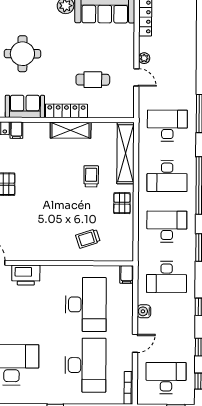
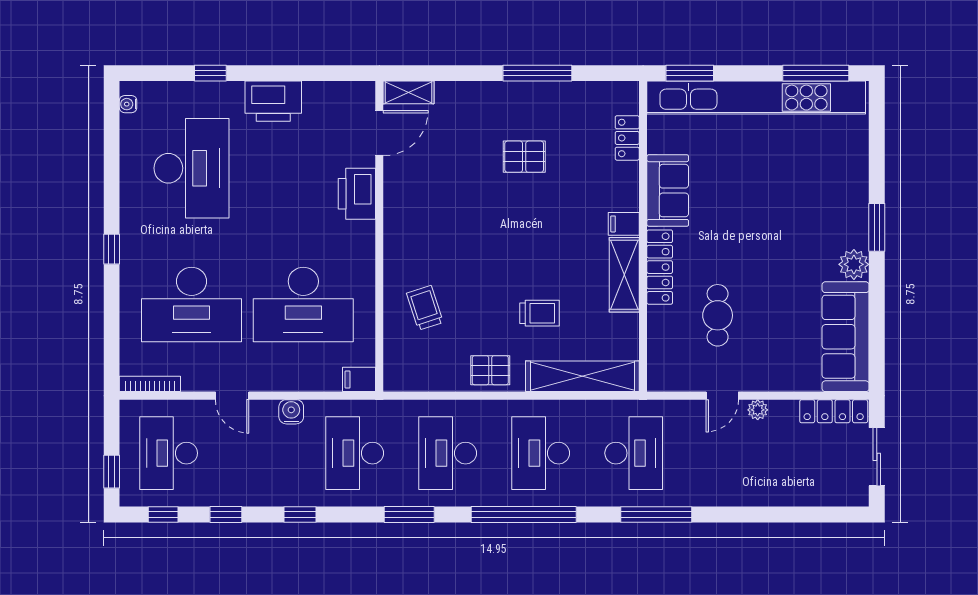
round table: (22, 54) -> (765, 185), removed
filing cabinet: (16, 130) -> (624, 224), moved
desk: (167, 227) -> (448, 453), turned 180
desk: (166, 378) -> (169, 453), turned 180

